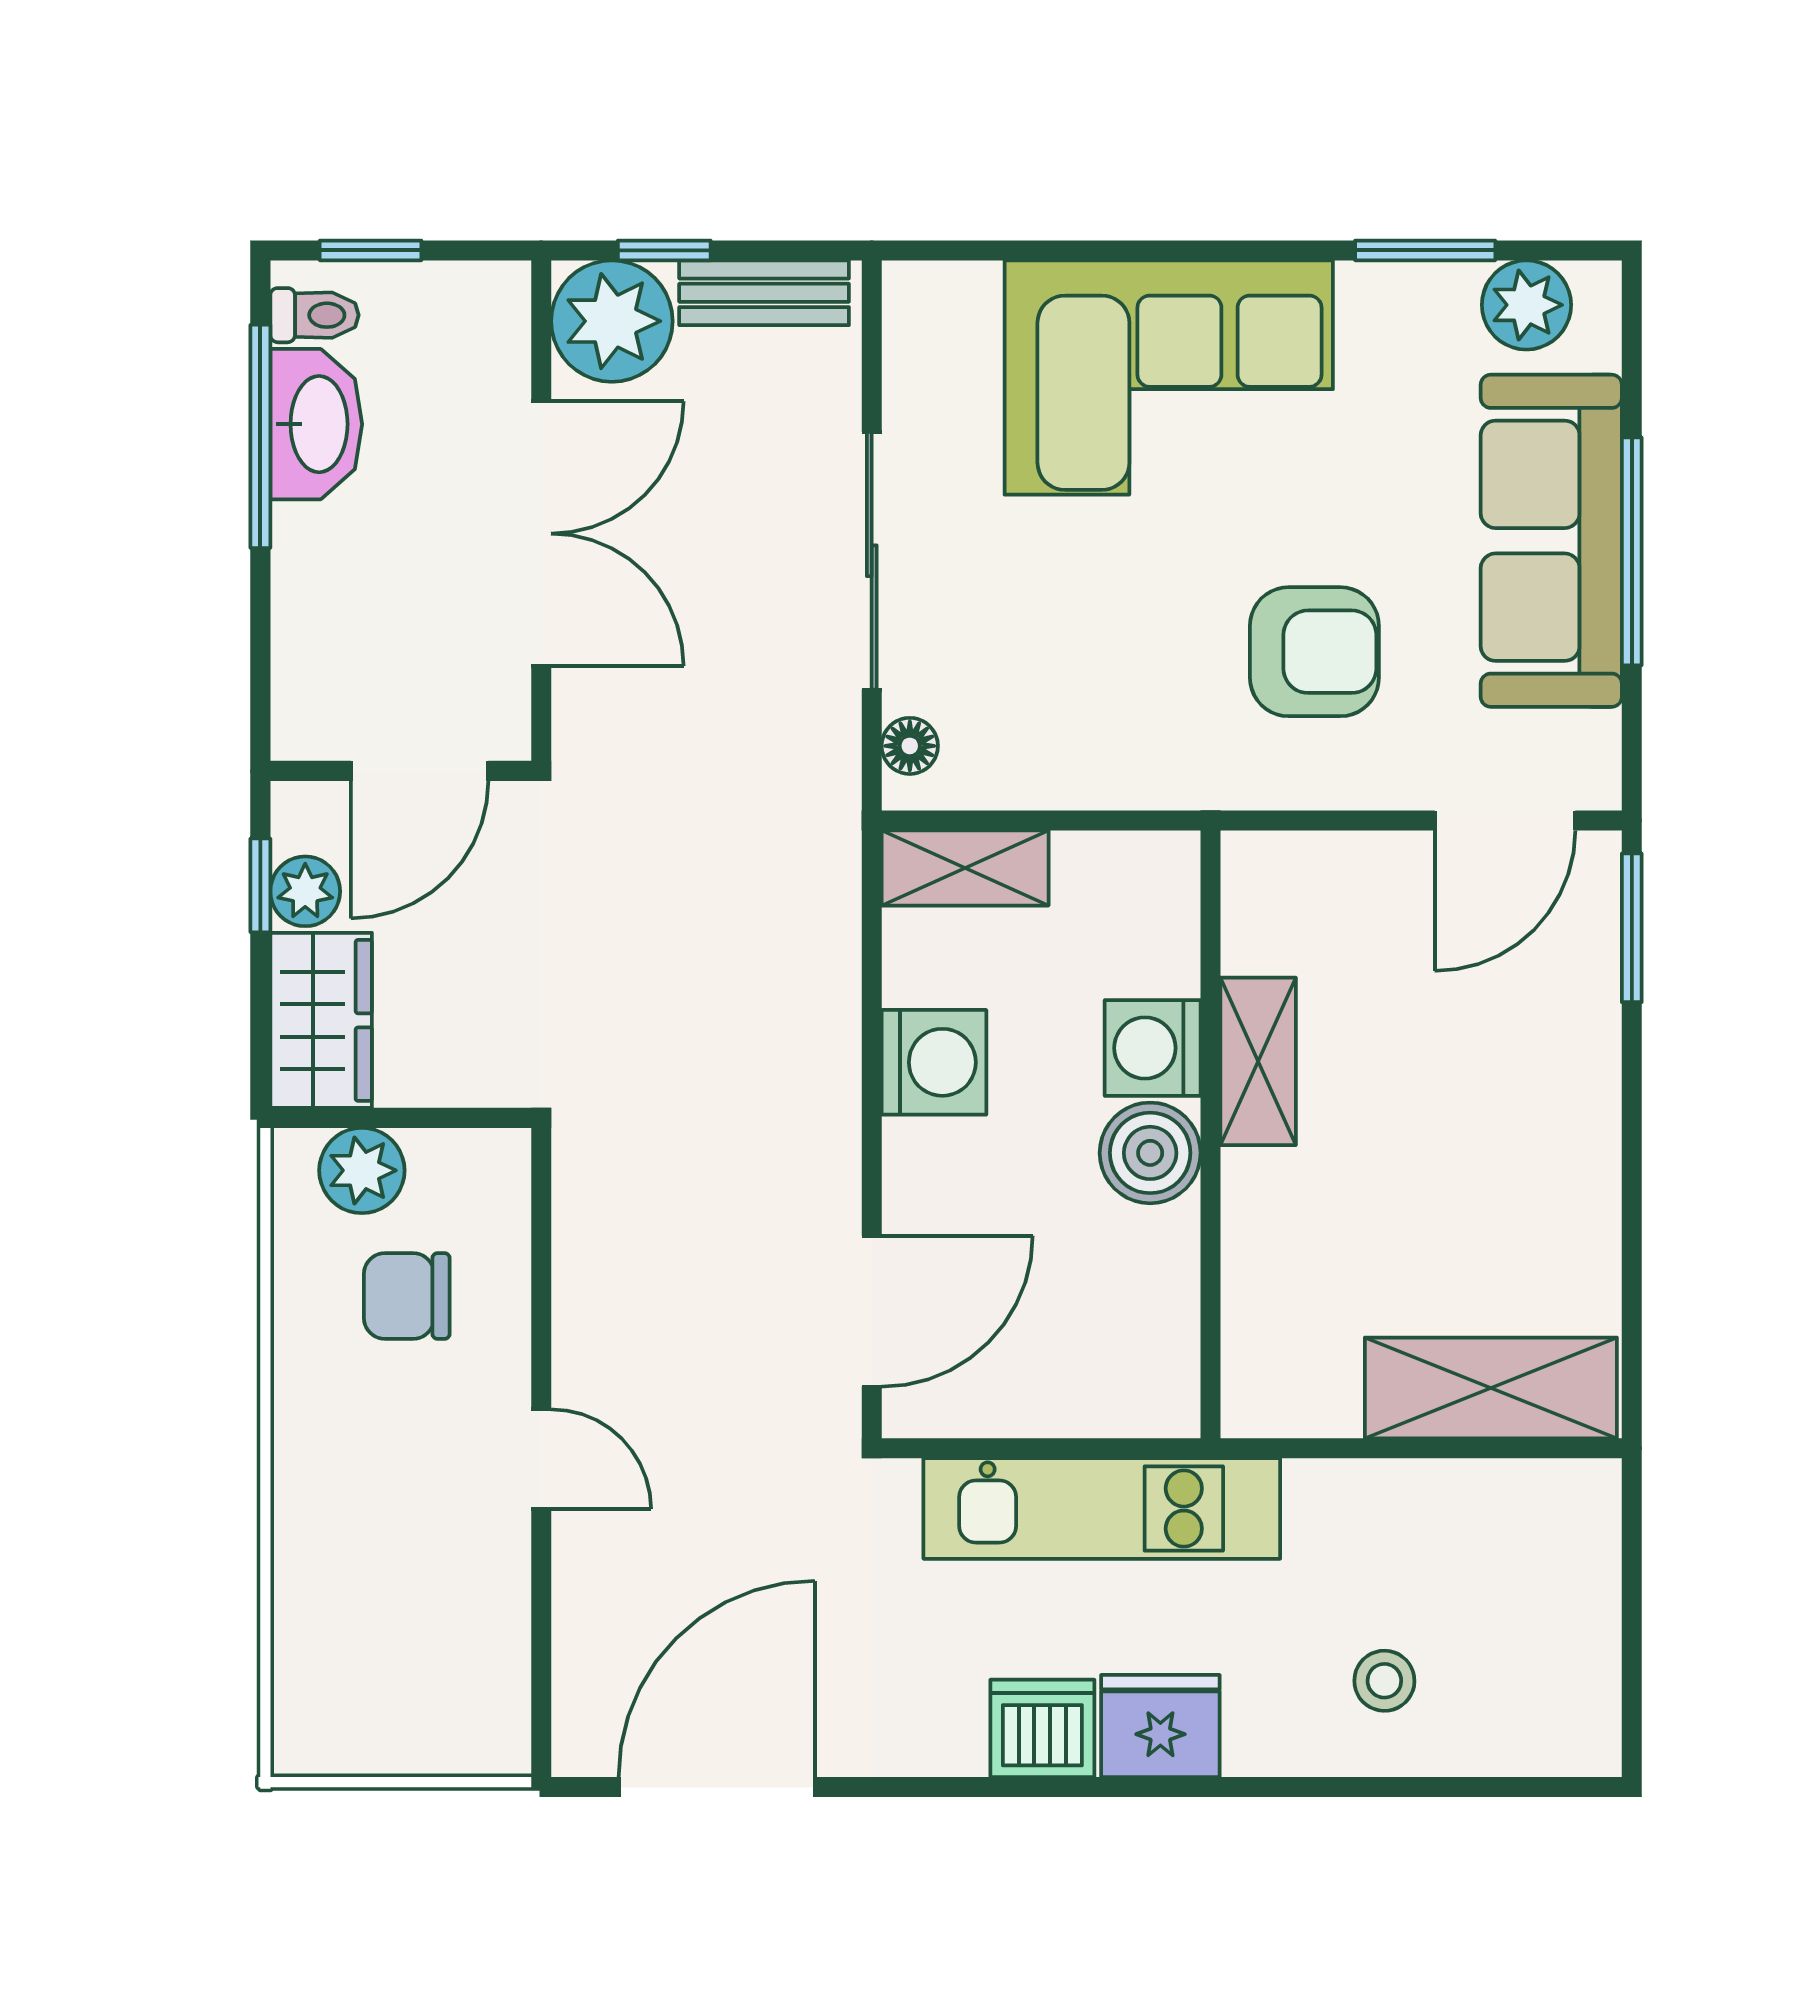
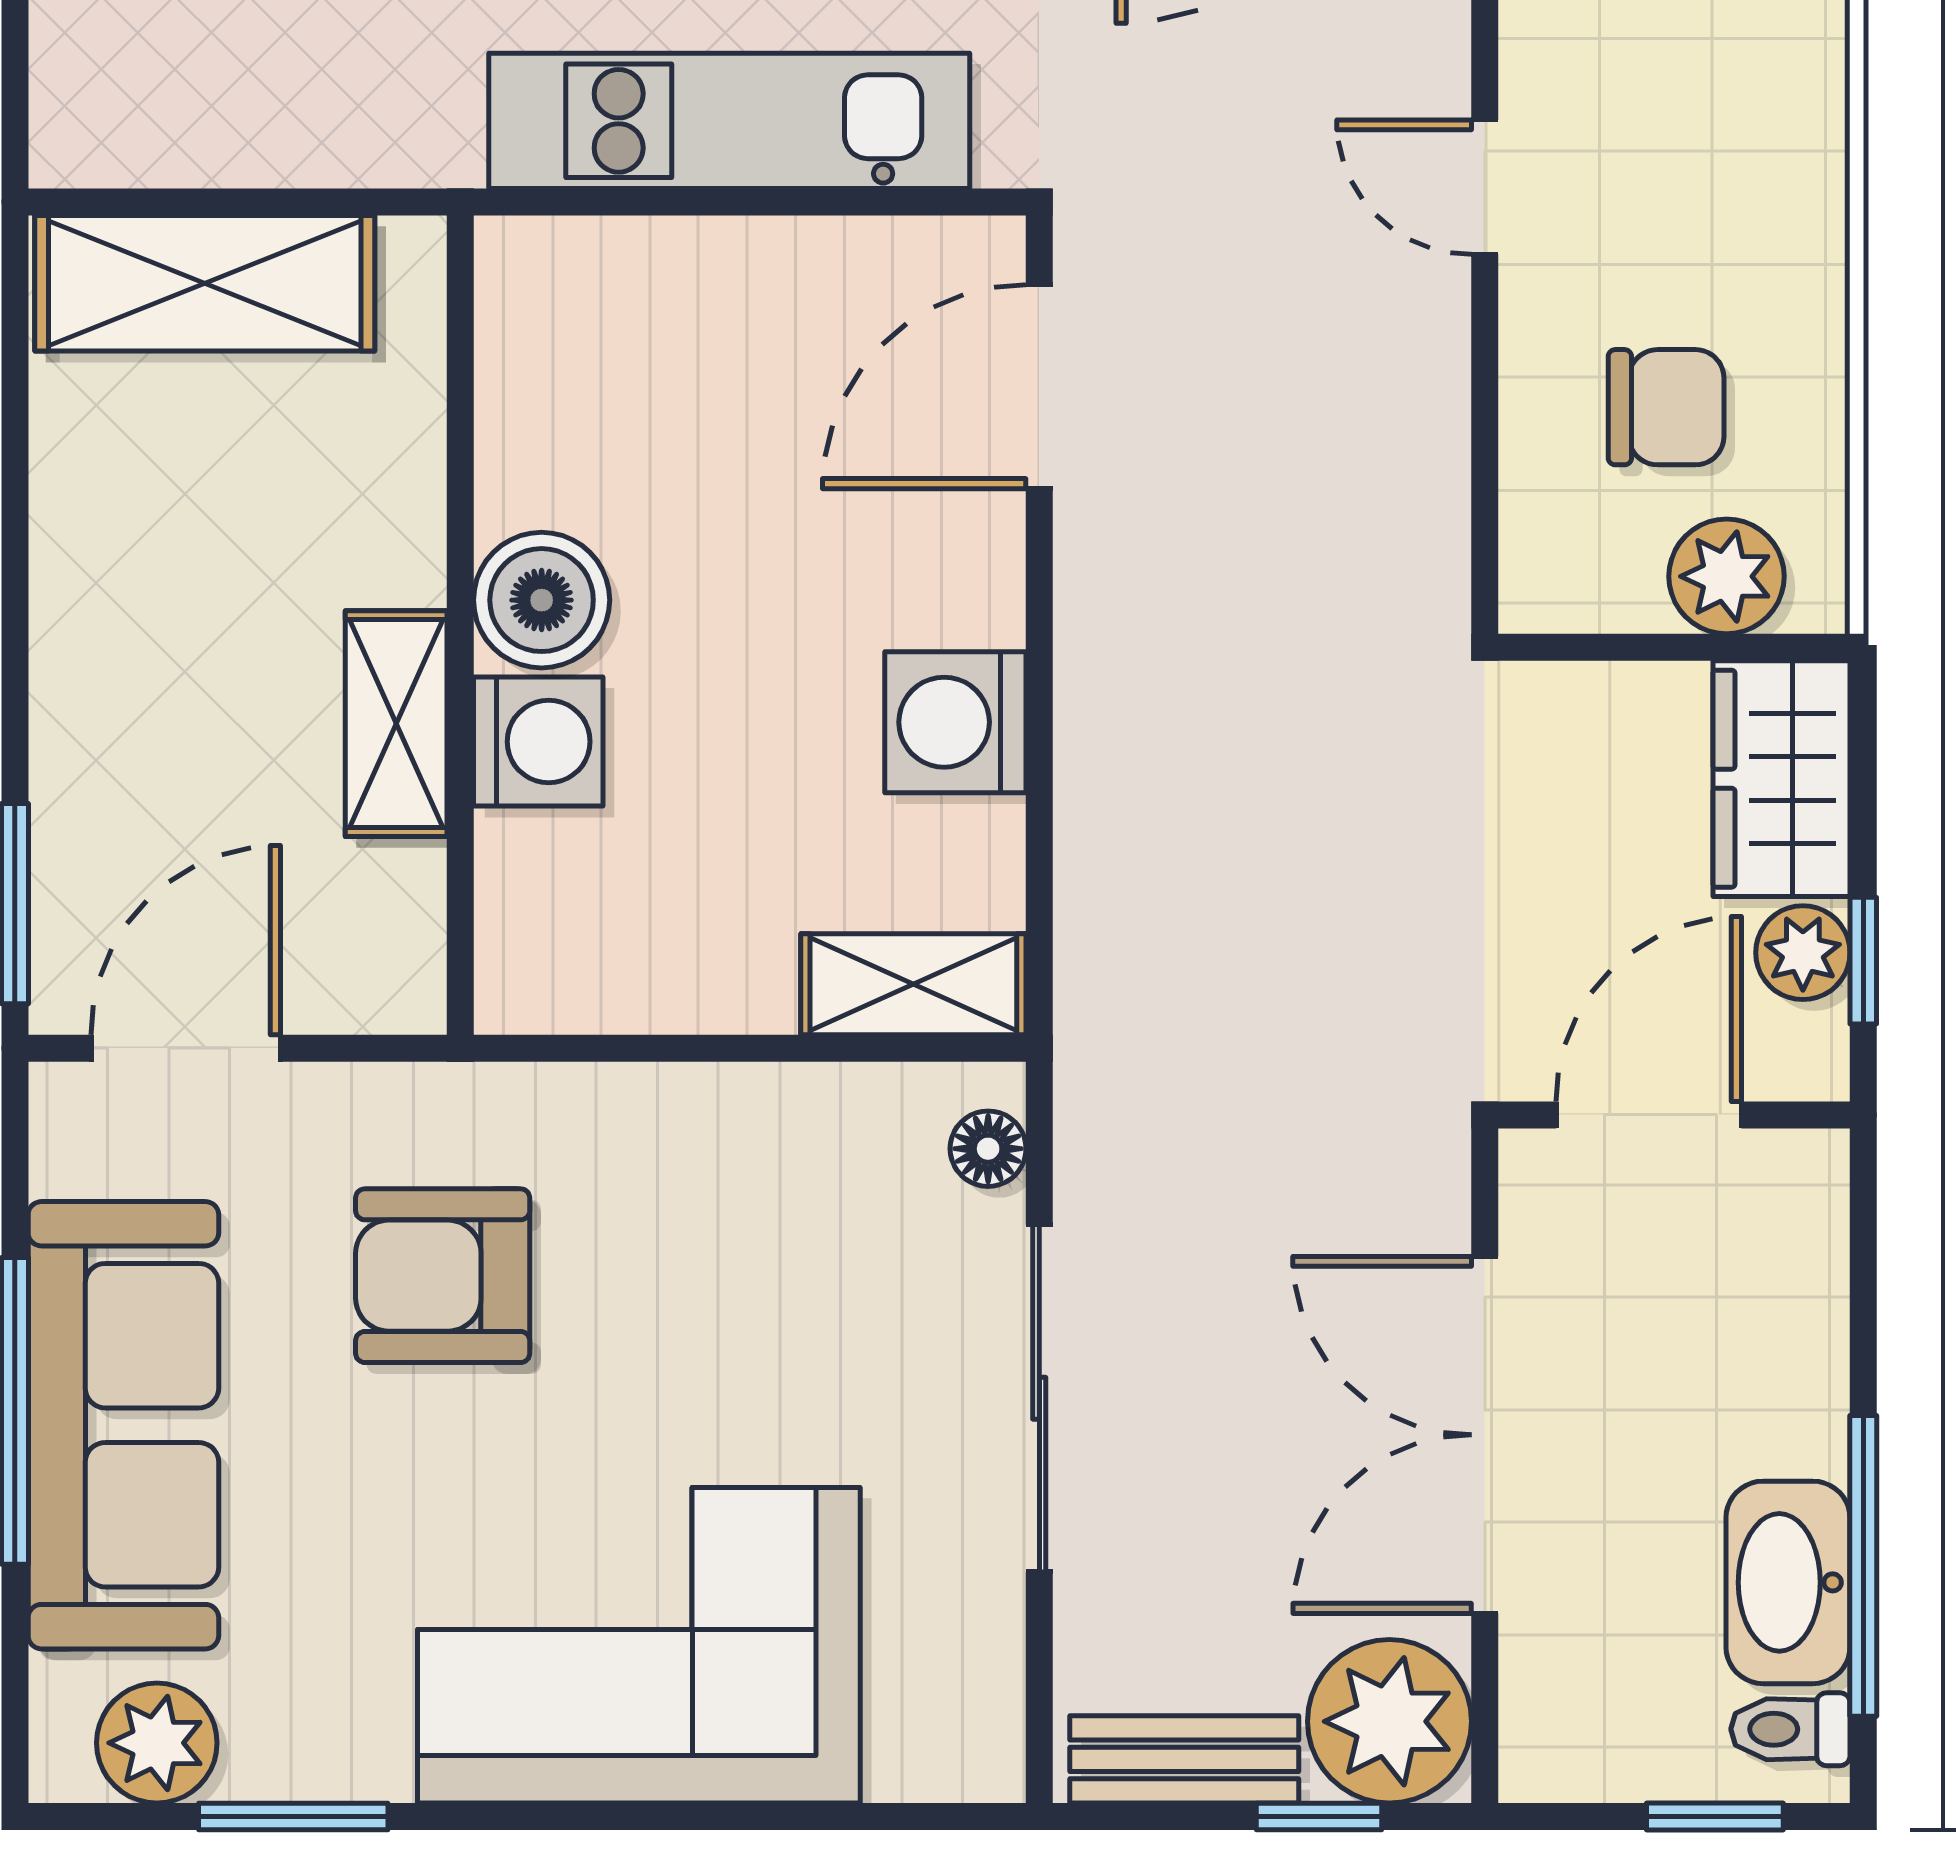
washing machine: (1153, 1048) -> (538, 742), moved
shelving: (1258, 1061) -> (396, 724), moved
wall: (1210, 1134) -> (460, 625), moved
boiler: (1150, 1153) -> (542, 600), moved

